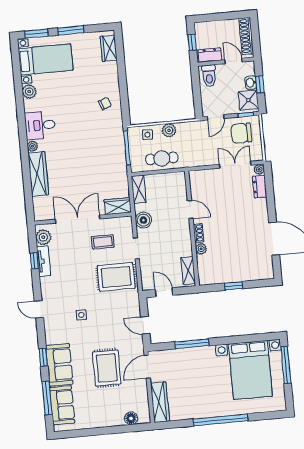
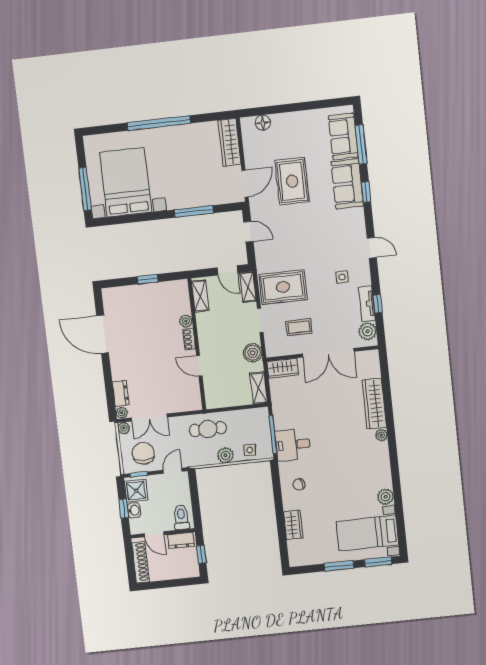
wardrobe: (109, 48) -> (293, 525), moved
desk: (40, 125) -> (293, 445), moved, turned 180
chair: (241, 133) -> (143, 453), turned -90
plant: (258, 156) -> (124, 428), added
cafe table: (162, 158) -> (208, 429), moved
shelving: (147, 278) -> (248, 287), added
side table: (81, 315) -> (342, 277), moved

